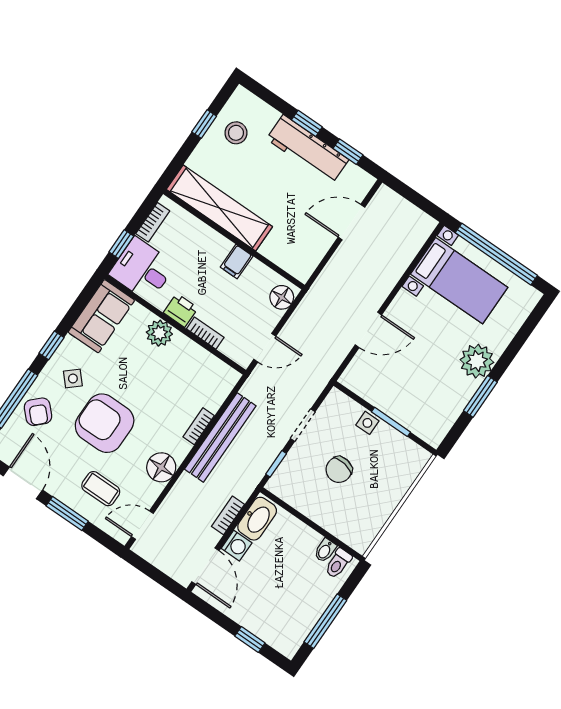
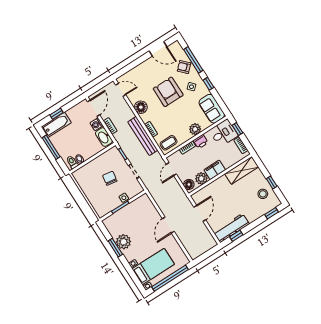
window: (307, 123) -> (272, 213), moved
workbench: (308, 149) -> (231, 228), moved
shelving: (219, 208) -> (242, 170), width x0.68
door: (351, 222) -> (200, 213), moved
filing cabinet: (237, 262) -> (215, 170), width x2.00
plant: (258, 276) -> (201, 178), added
bed with nightstands: (459, 281) -> (153, 267), moved, turned 180
door: (368, 330) -> (168, 225), moved
plant: (477, 361) -> (123, 242), moved
armchair: (105, 423) -> (168, 92), turned -90
coffee table: (101, 489) -> (169, 143), moved
window: (67, 513) -> (138, 62), removed
door: (142, 525) -> (121, 90), hinge flipped
door: (205, 566) -> (94, 108), swing flipped
bathtub: (273, 630) -> (56, 125), added

